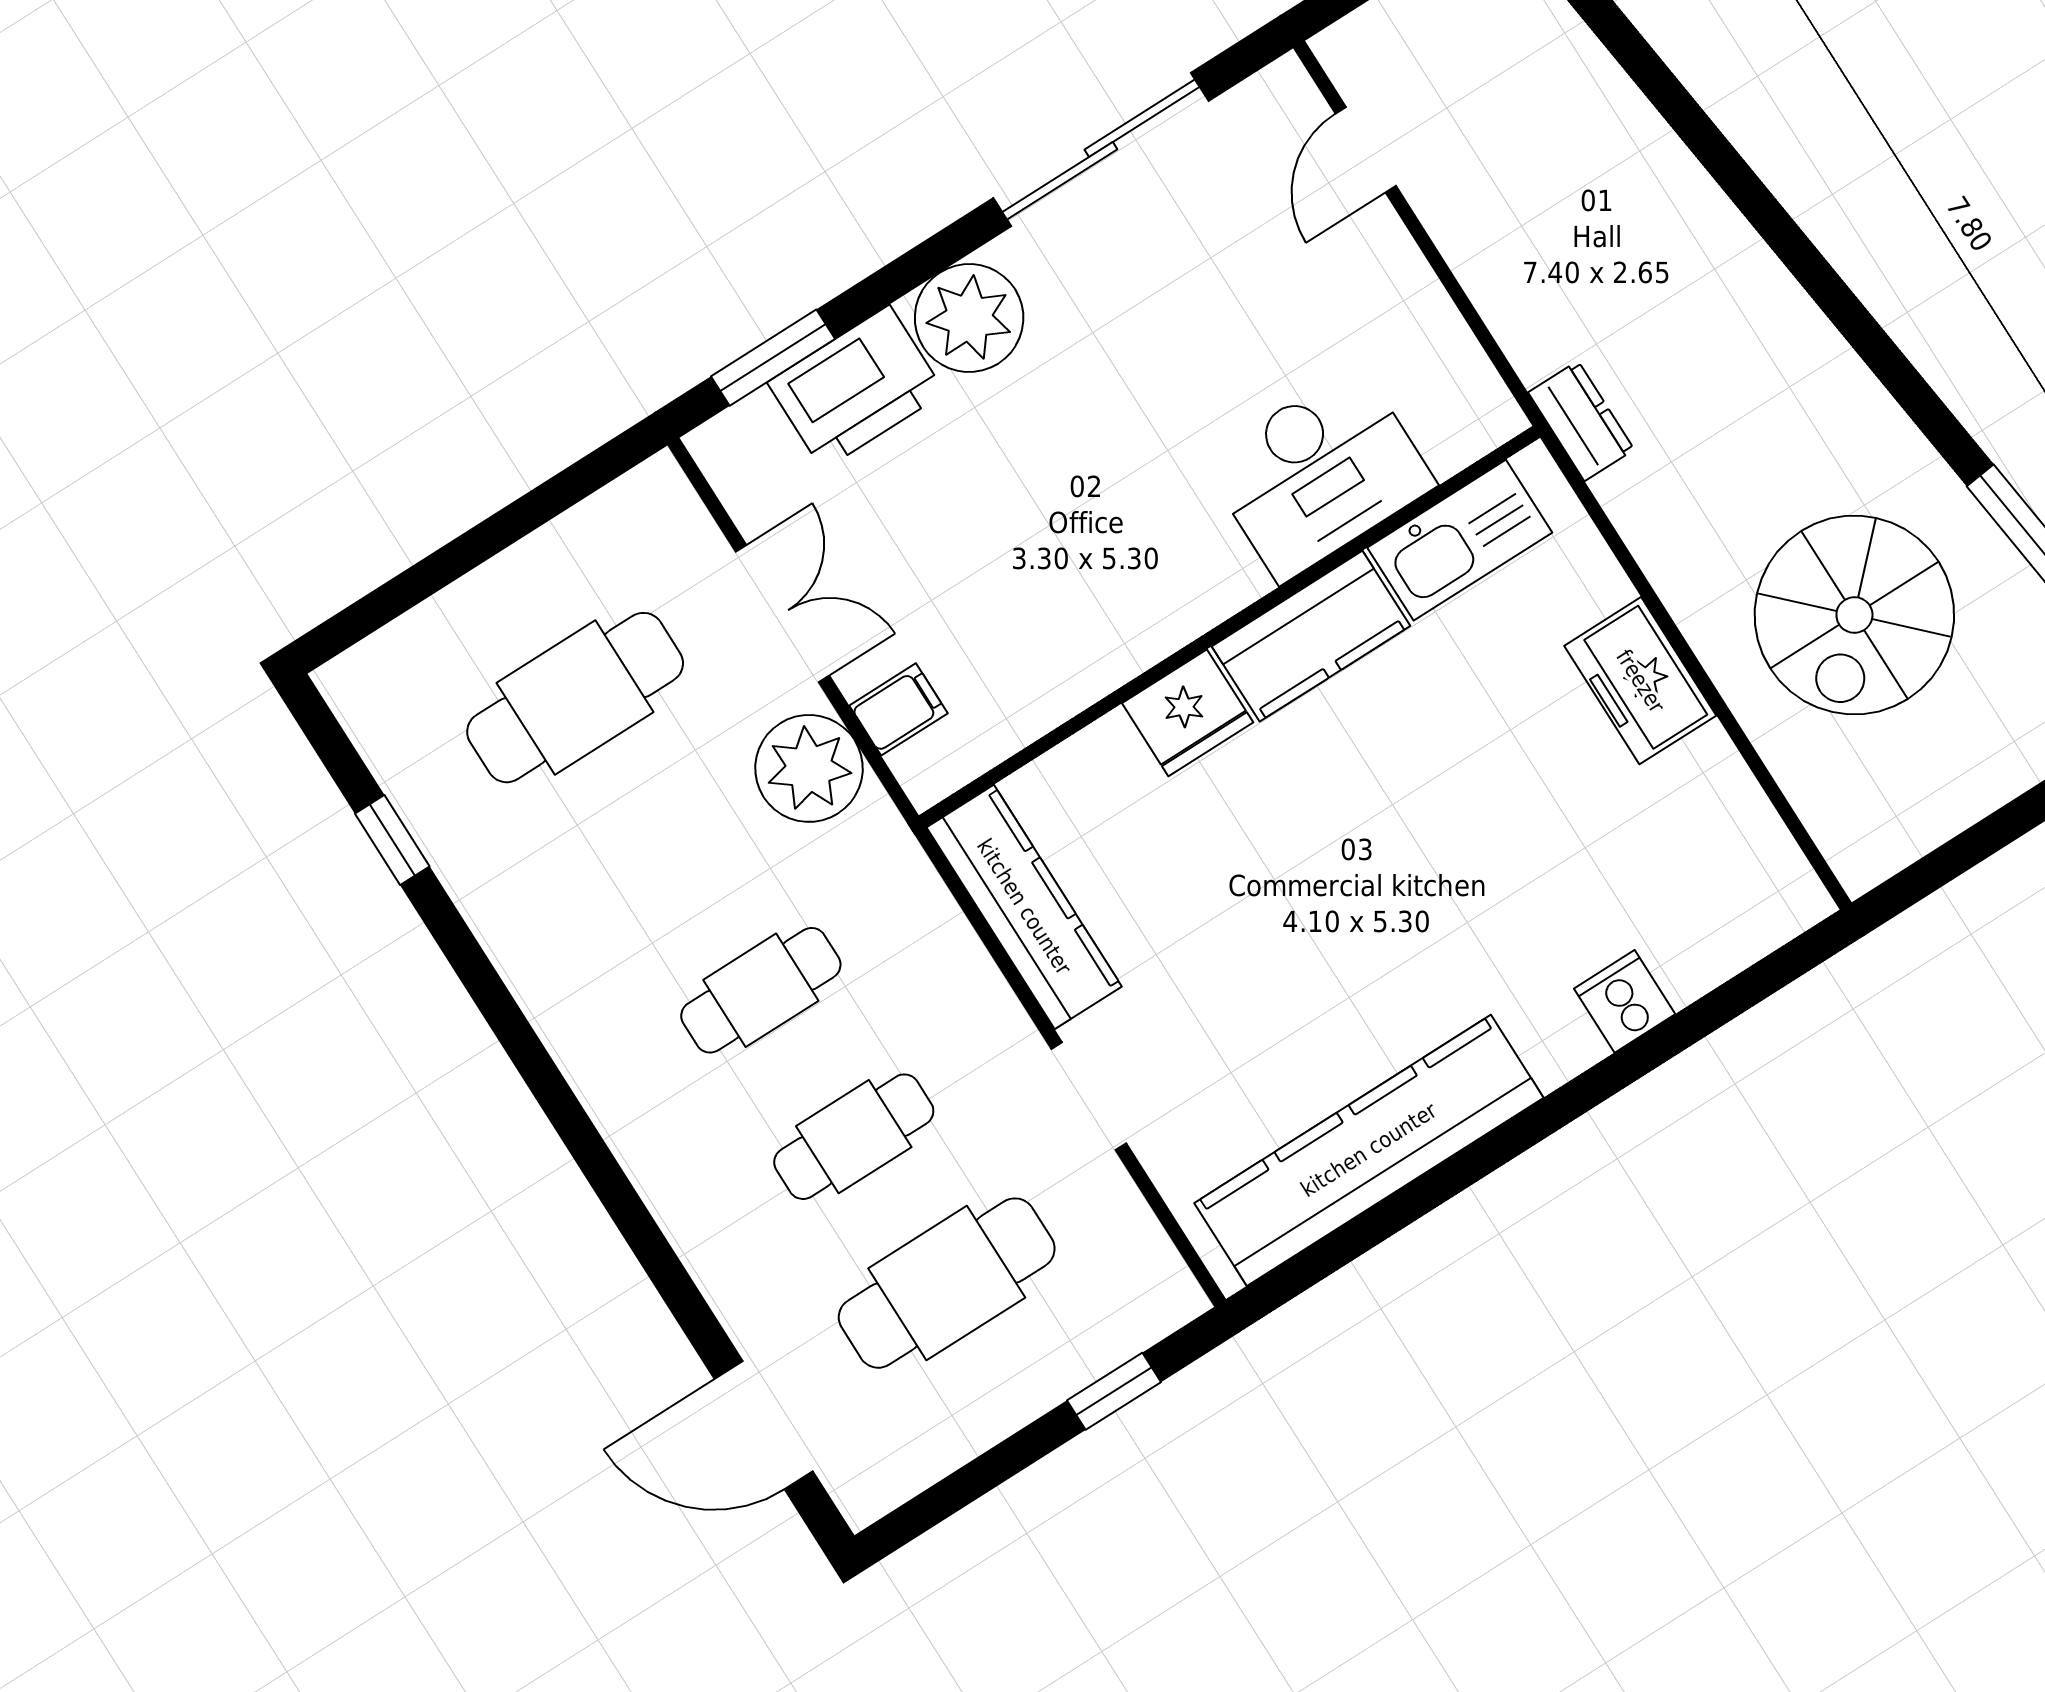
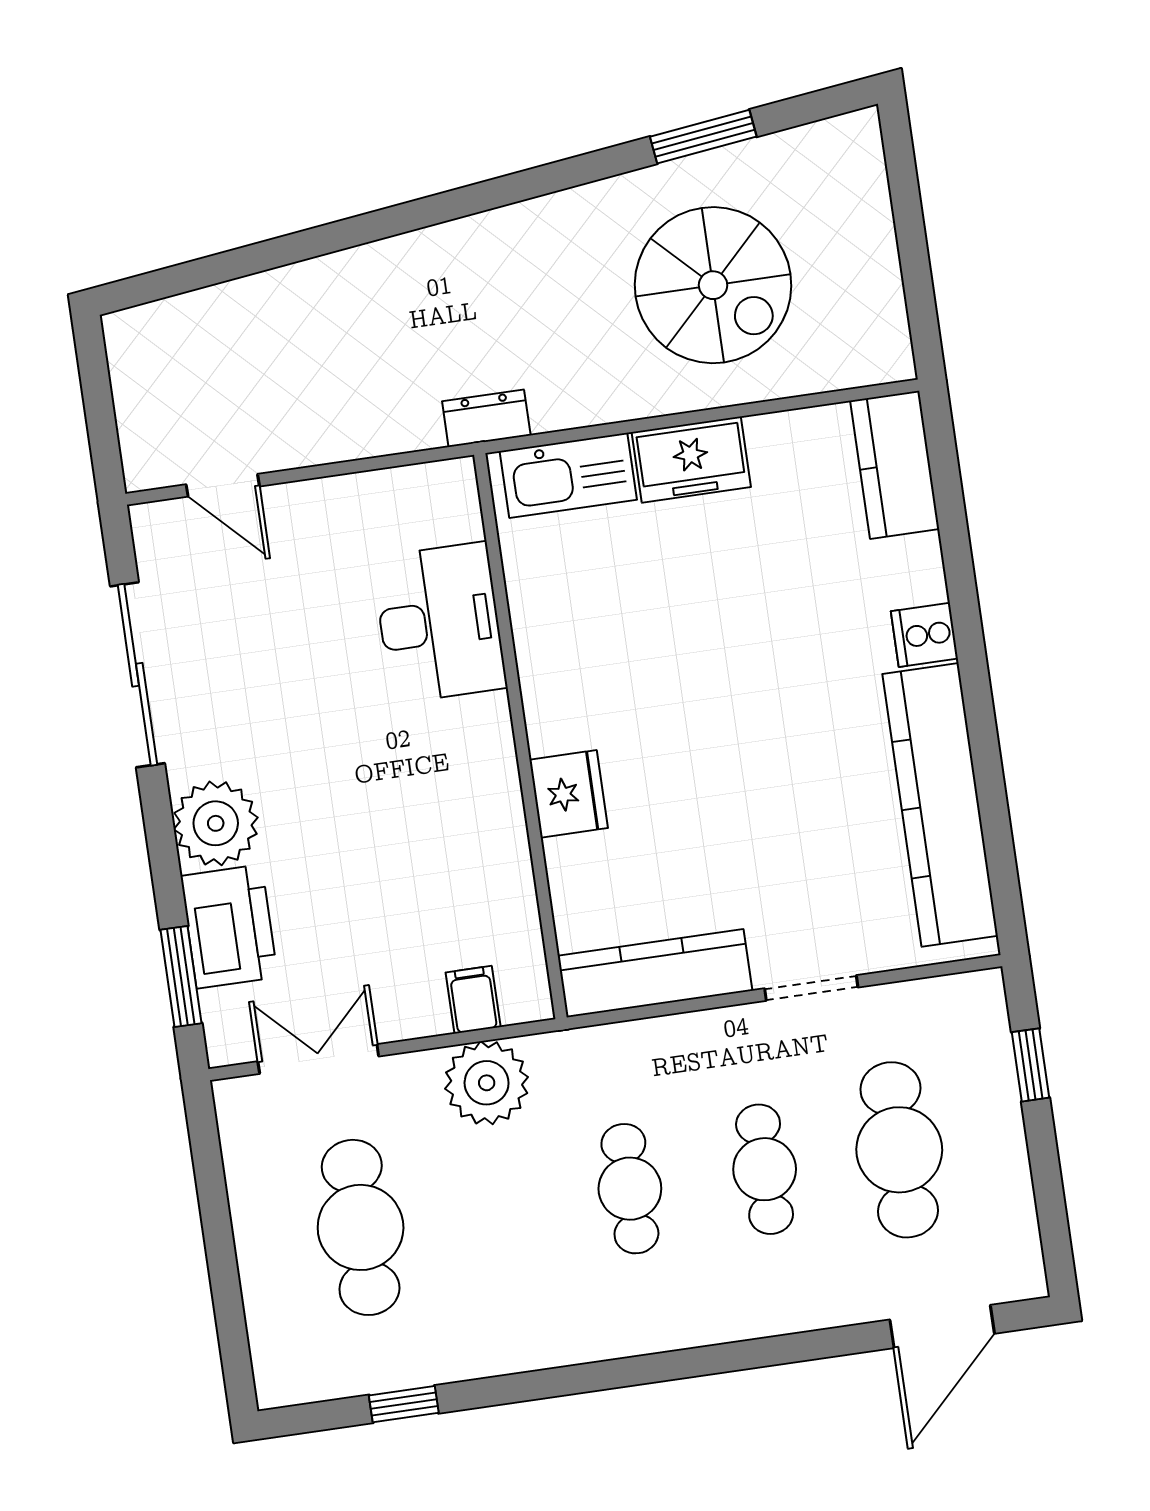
kitchen sink: (1460, 540) -> (568, 475), moved, turned 90
double door: (783, 614) -> (318, 1059), moved
kitchen counter: (1311, 636) -> (895, 465), moved, turned 180
cooker: (1625, 1001) -> (924, 635), moved

